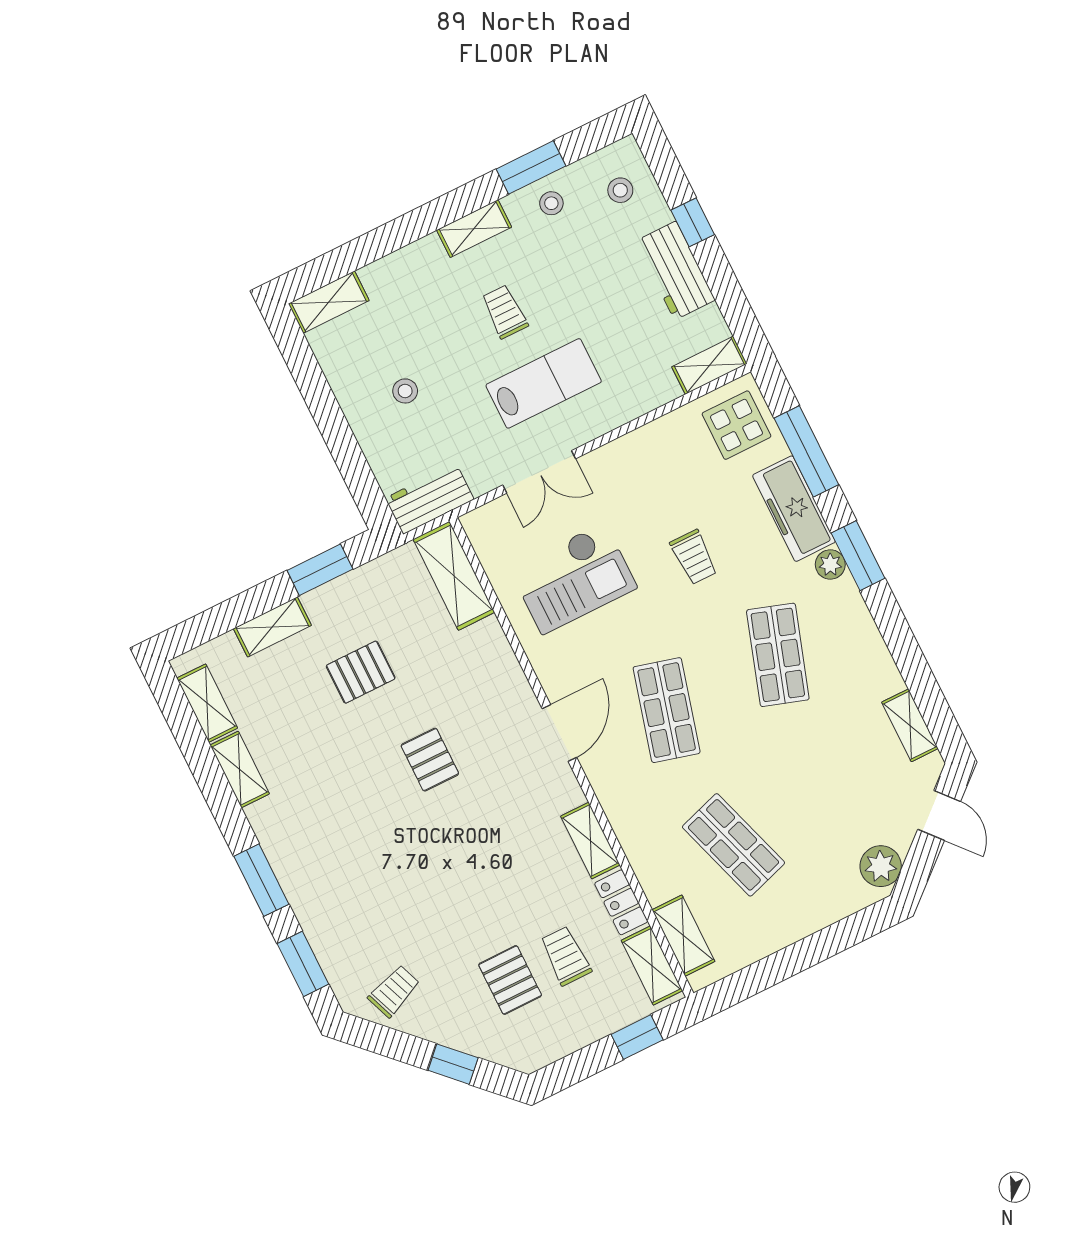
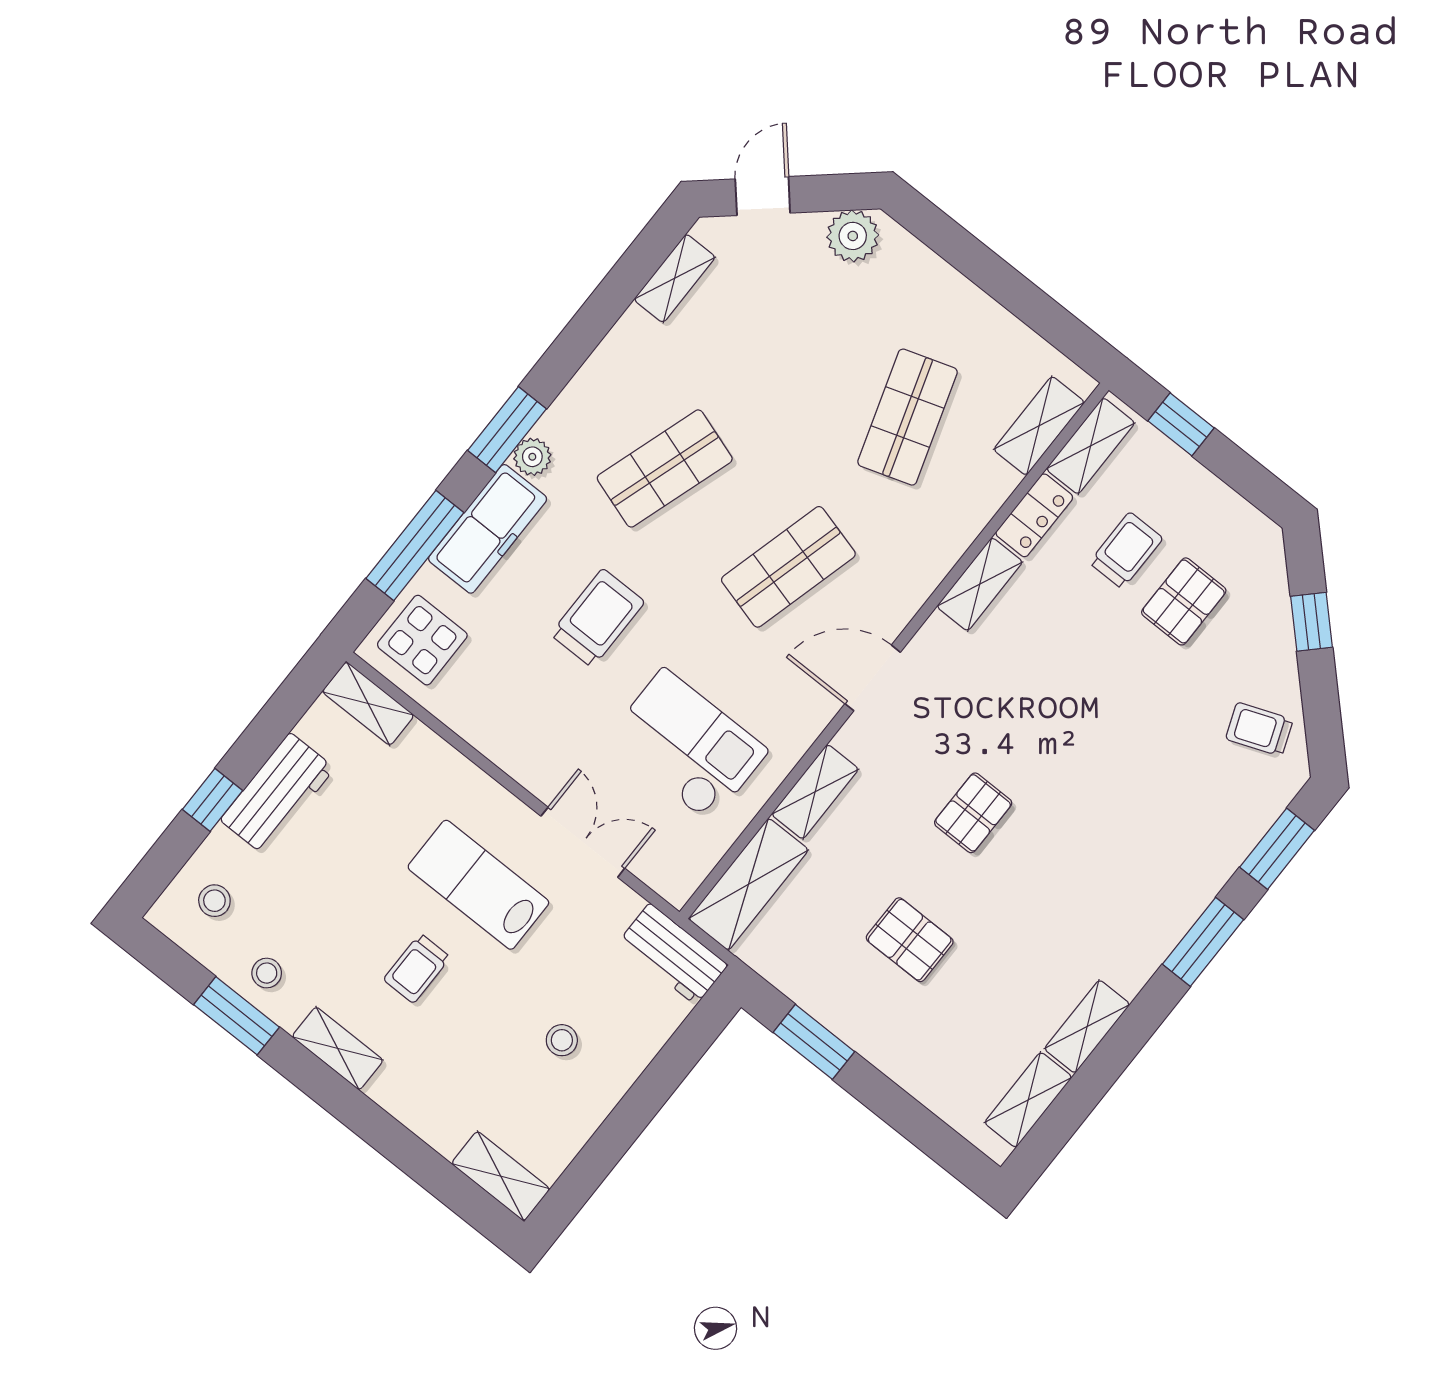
trolley: (694, 557) -> (597, 618), width x1.36, depth x1.39
shelving: (272, 627) -> (815, 792), moved, turned 90
trolley: (566, 956) -> (1126, 550), turned 180

